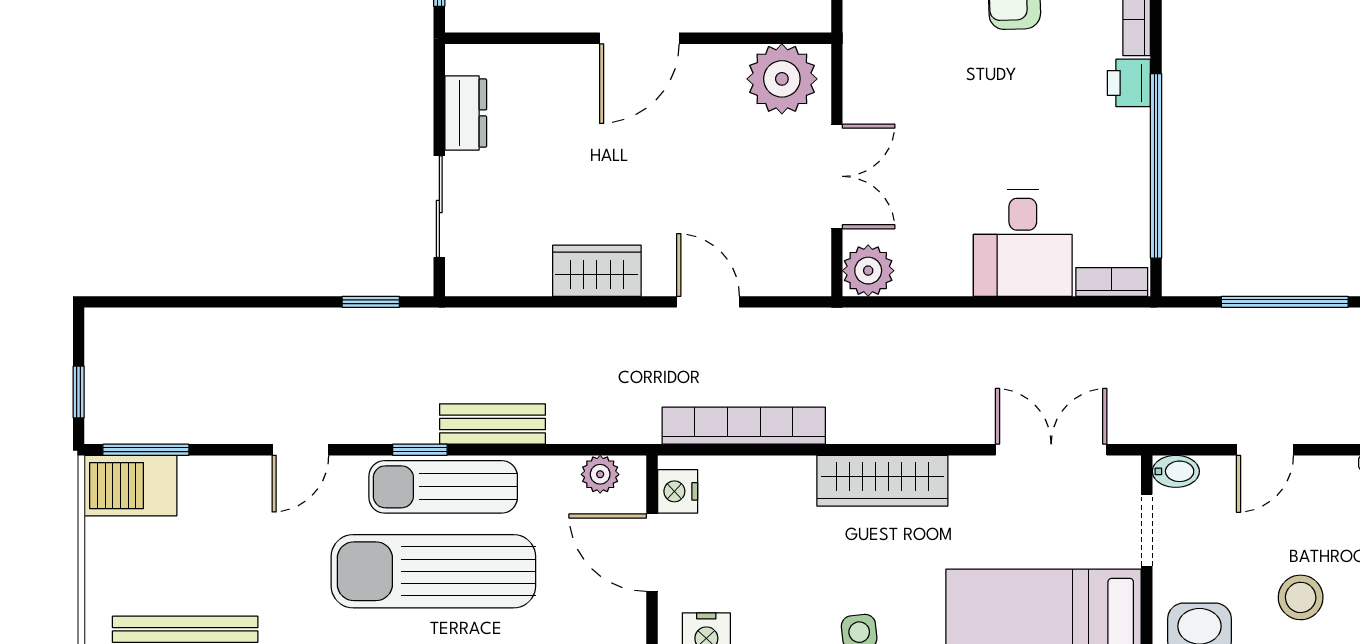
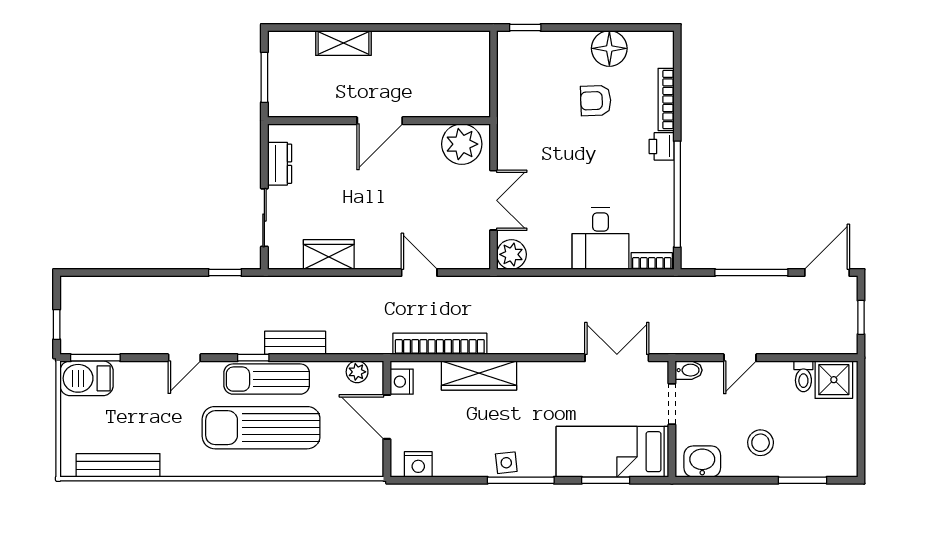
wardrobe: (597, 271) -> (329, 255), moved
wardrobe: (882, 481) -> (479, 375), moved

